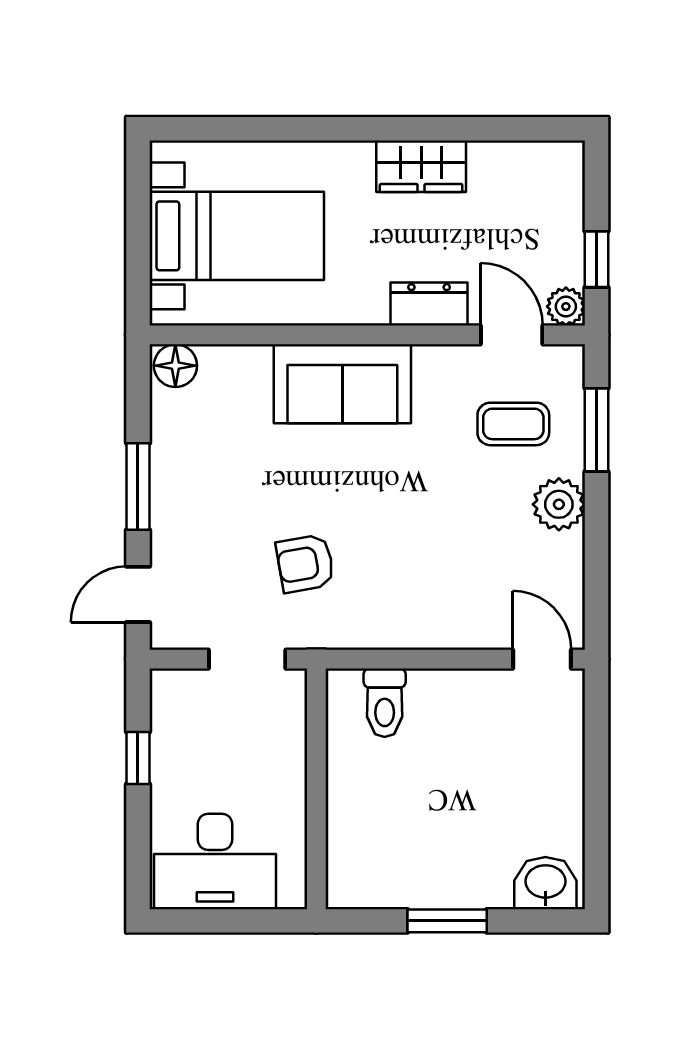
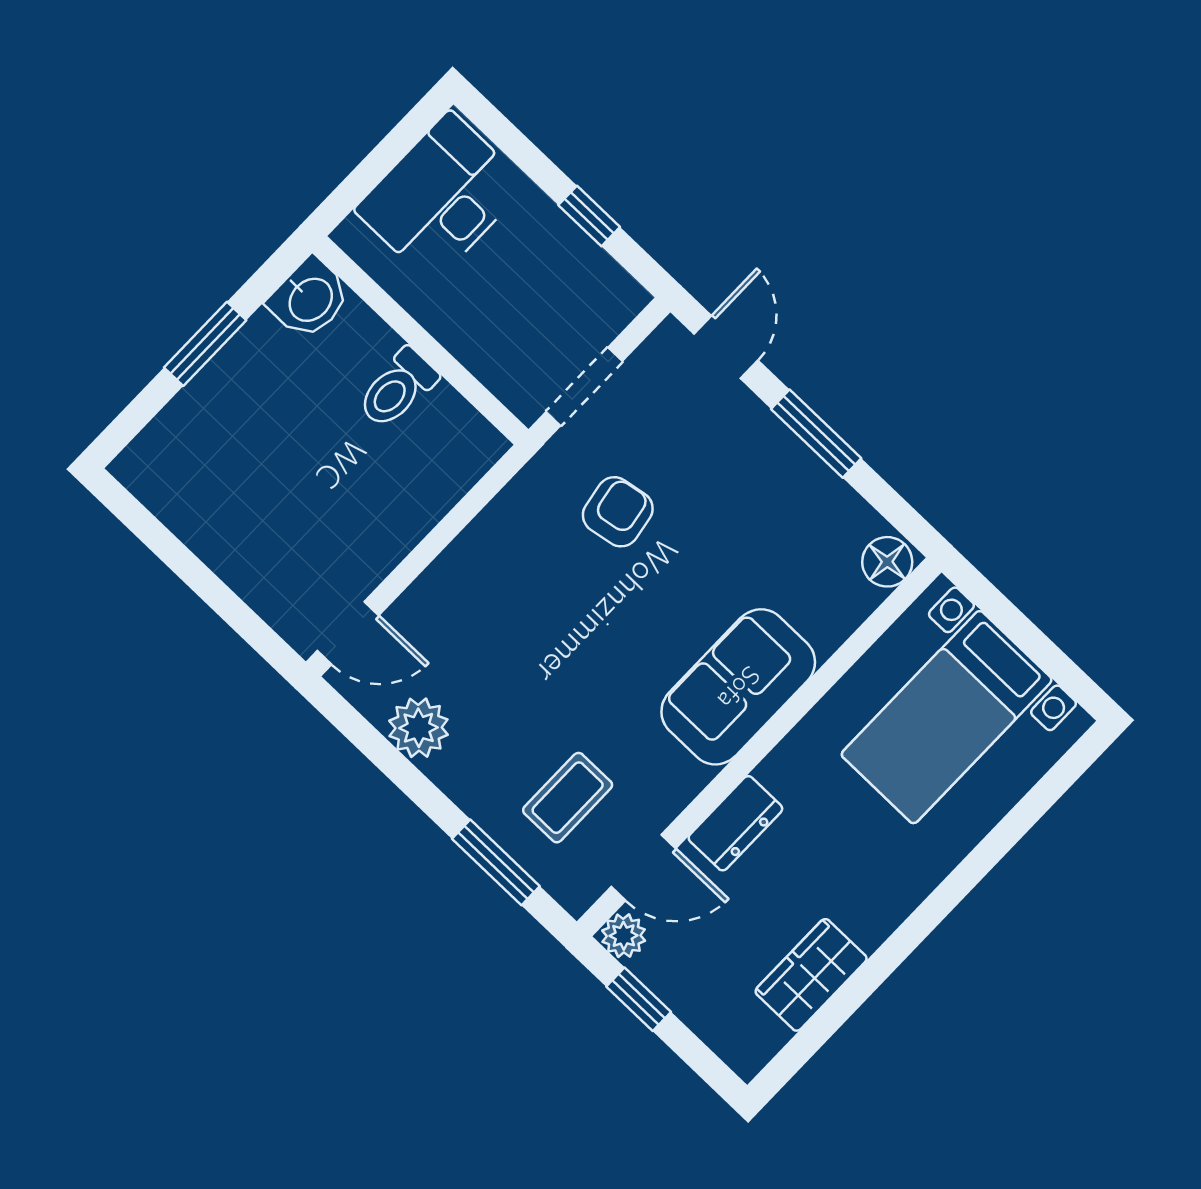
wardrobe: (421, 166) -> (811, 975), moved
plant: (559, 504) -> (419, 728), moved
toilet: (385, 703) -> (397, 388), moved, turned -90
washbasin: (545, 883) -> (309, 299), moved

